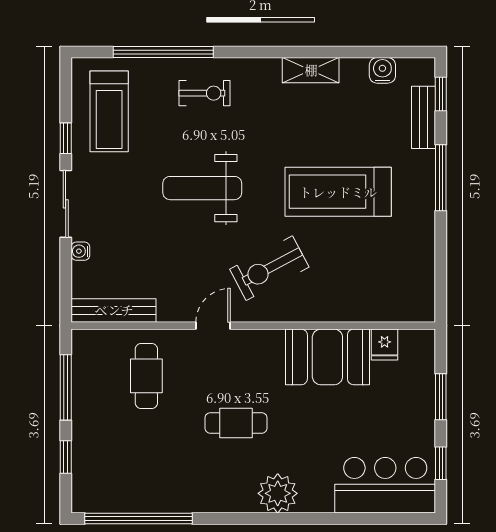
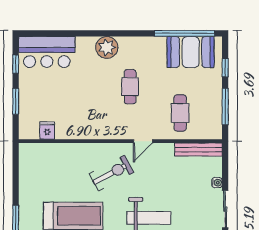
booth: (327, 357) -> (191, 52), moved
cafe table: (236, 423) -> (130, 87), turned 90

